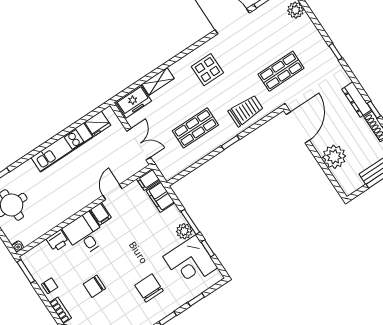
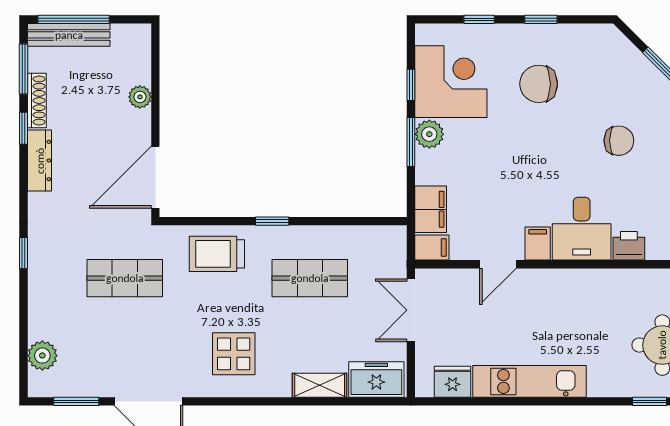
plant: (334, 157) -> (140, 97), width x0.53, depth x0.53
chair: (149, 288) -> (539, 84), turned 90

